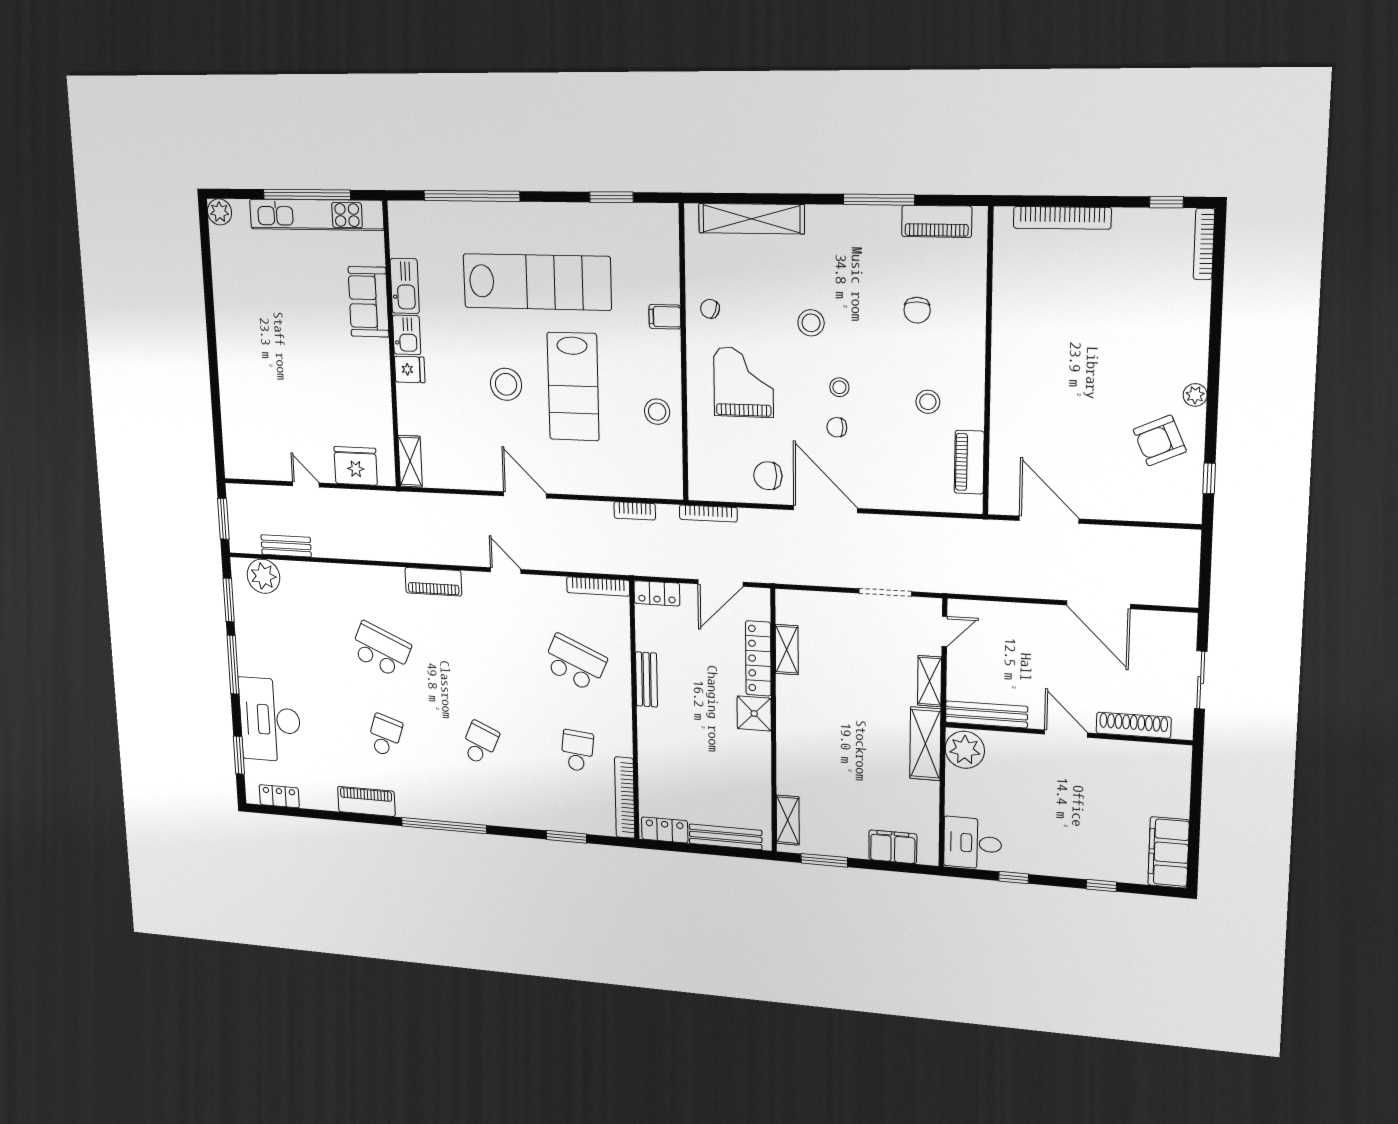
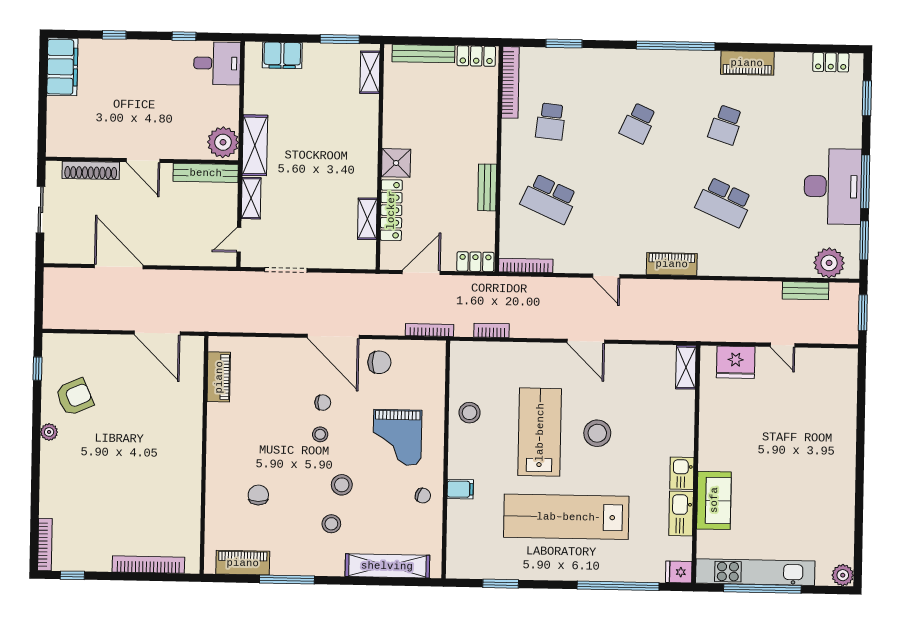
fridge: (410, 369) -> (679, 572), moved
stool: (928, 402) -> (331, 524), moved
desk: (270, 720) -> (833, 186), moved

